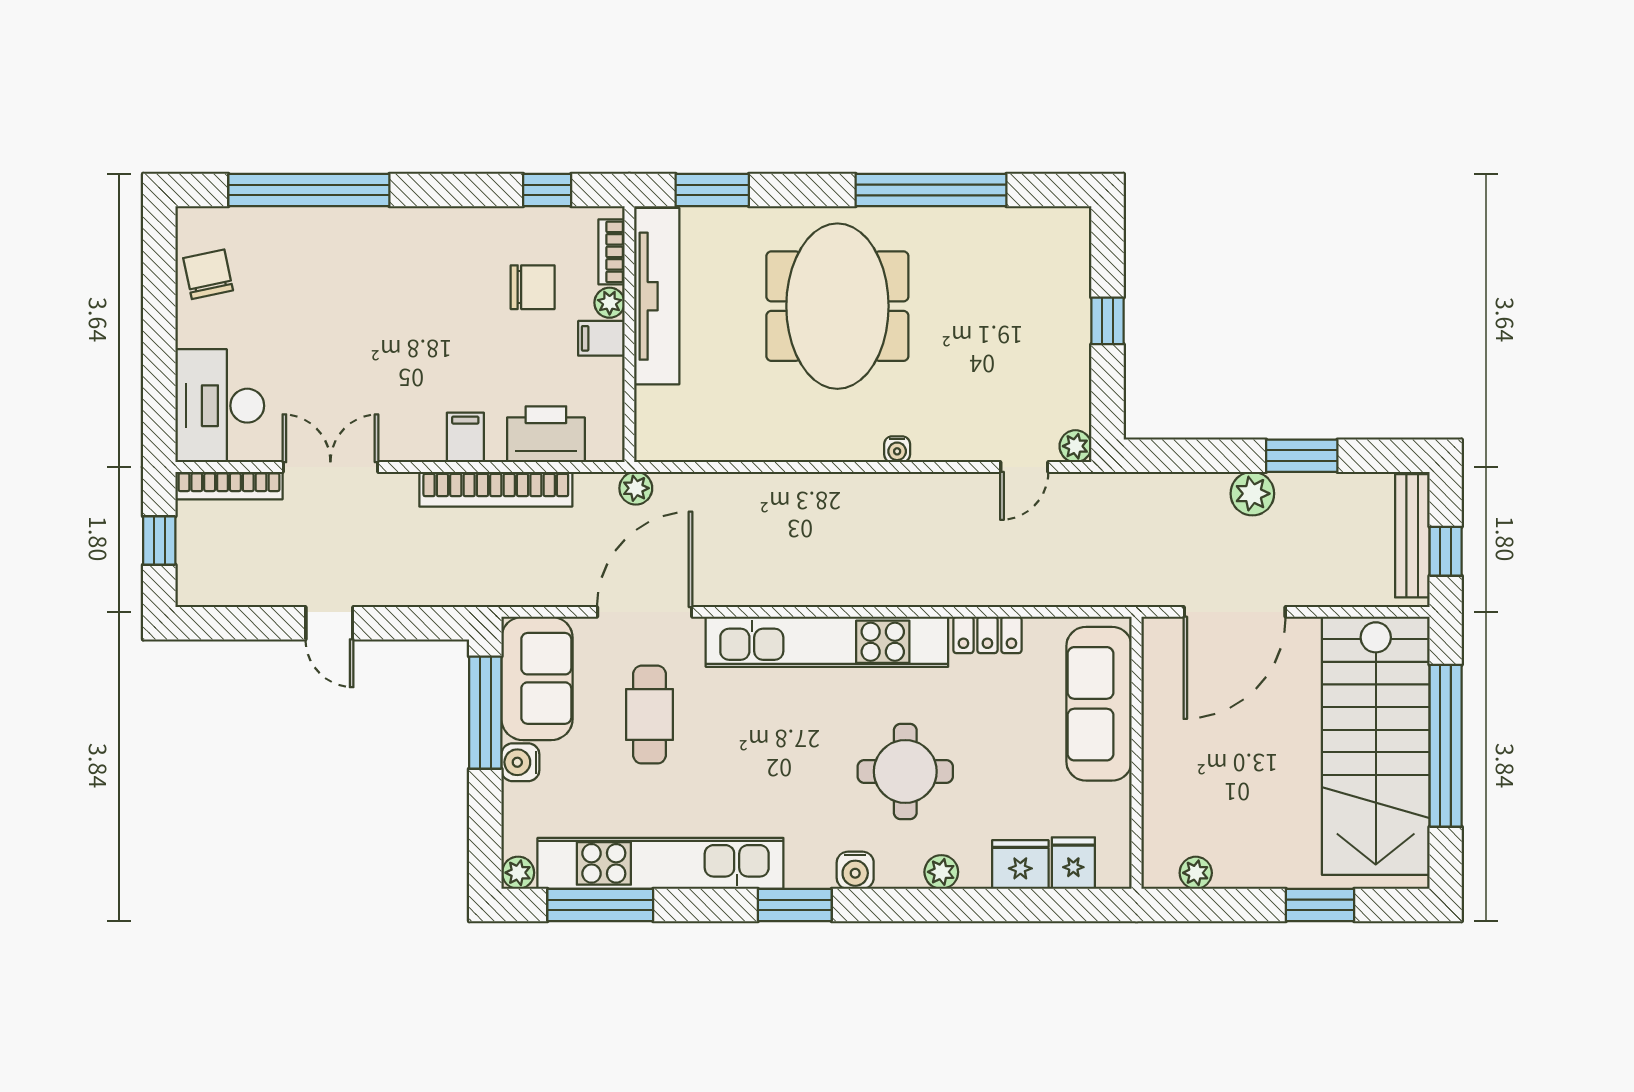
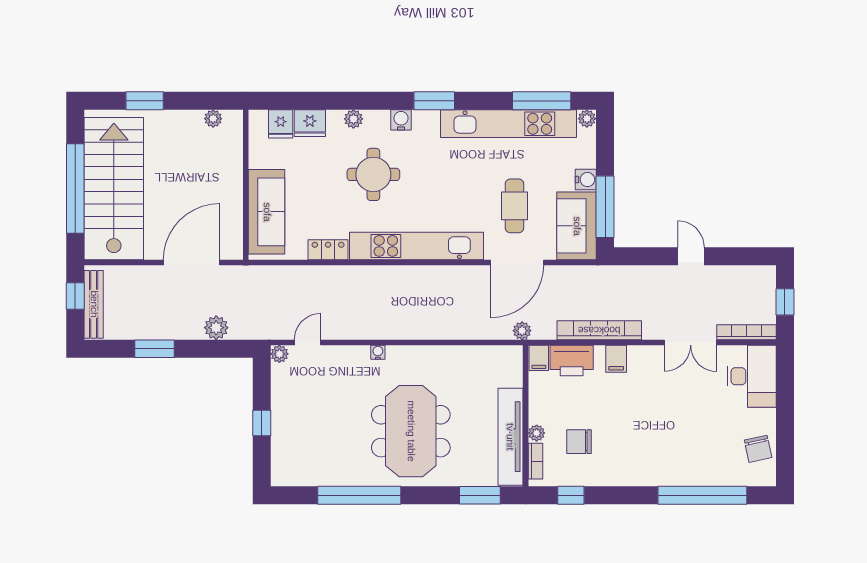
filing cabinet: (601, 338) -> (539, 358), moved, turned 90
plant: (1252, 494) -> (216, 328), moved

